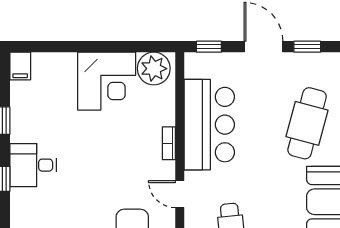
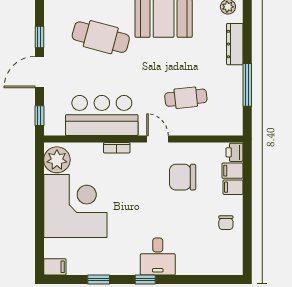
corner desk: (107, 81) -> (75, 206), width x1.36, depth x1.36
desk: (33, 165) -> (158, 257), moved
door: (180, 194) -> (157, 139), swing flipped

